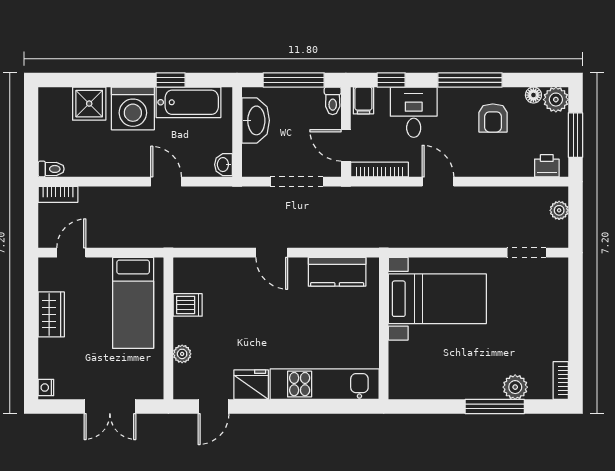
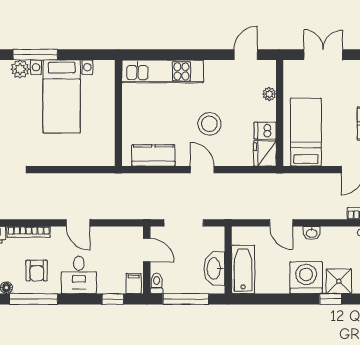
window: (171, 80) -> (331, 299), moved
window: (470, 80) -> (33, 299), moved
bathtub: (189, 102) -> (243, 269), moved, turned 90
desk: (414, 112) -> (79, 275), moved
armchair: (493, 118) -> (37, 271), turned 180
washbasin: (223, 165) -> (312, 233), moved, turned 90
bookcase: (379, 170) -> (29, 232), moved
bed with nightstands: (437, 299) -> (62, 96), moved, turned -90
stool: (262, 314) -> (209, 124), added
fridge: (251, 385) -> (265, 153), moved, turned 90

